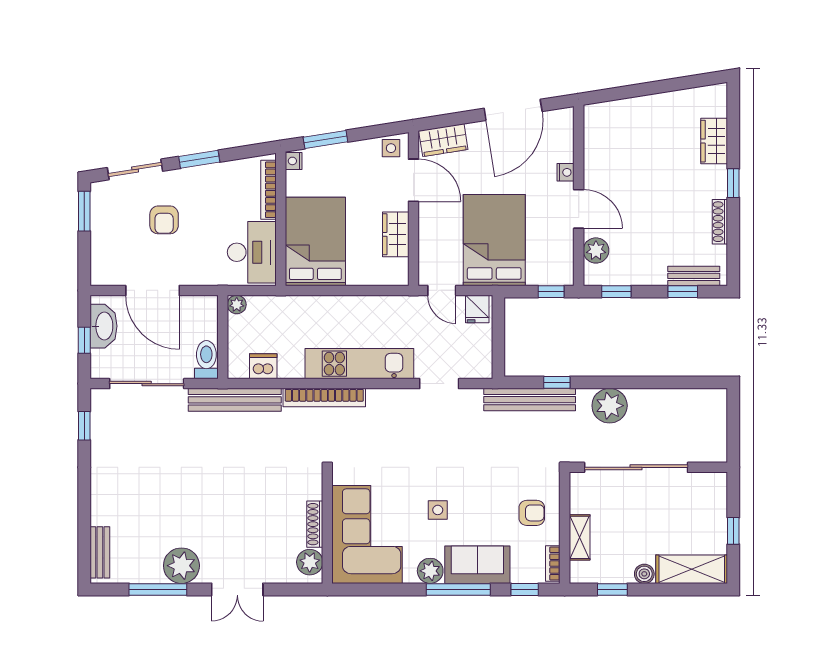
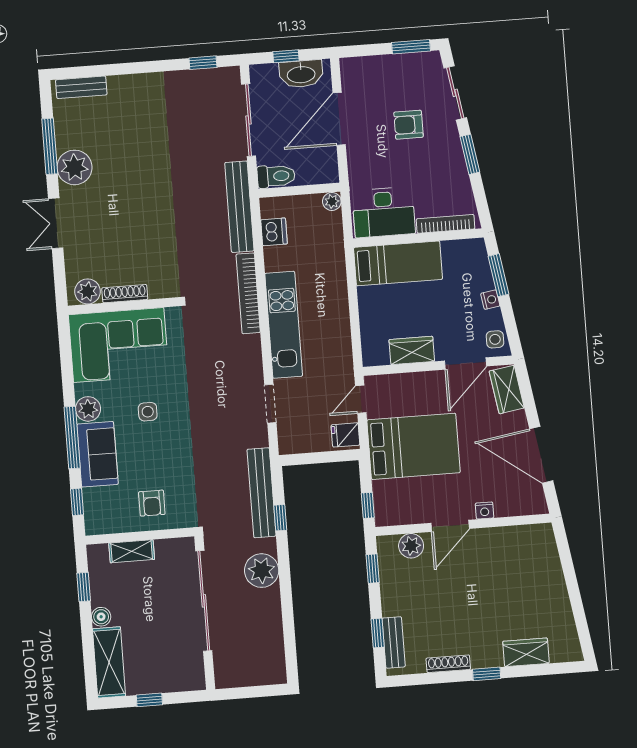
nightstand: (294, 161) -> (490, 300), moved, turned 81
bed: (315, 242) -> (398, 263), width x0.67
bookcase: (553, 564) -> (104, 527), removed

